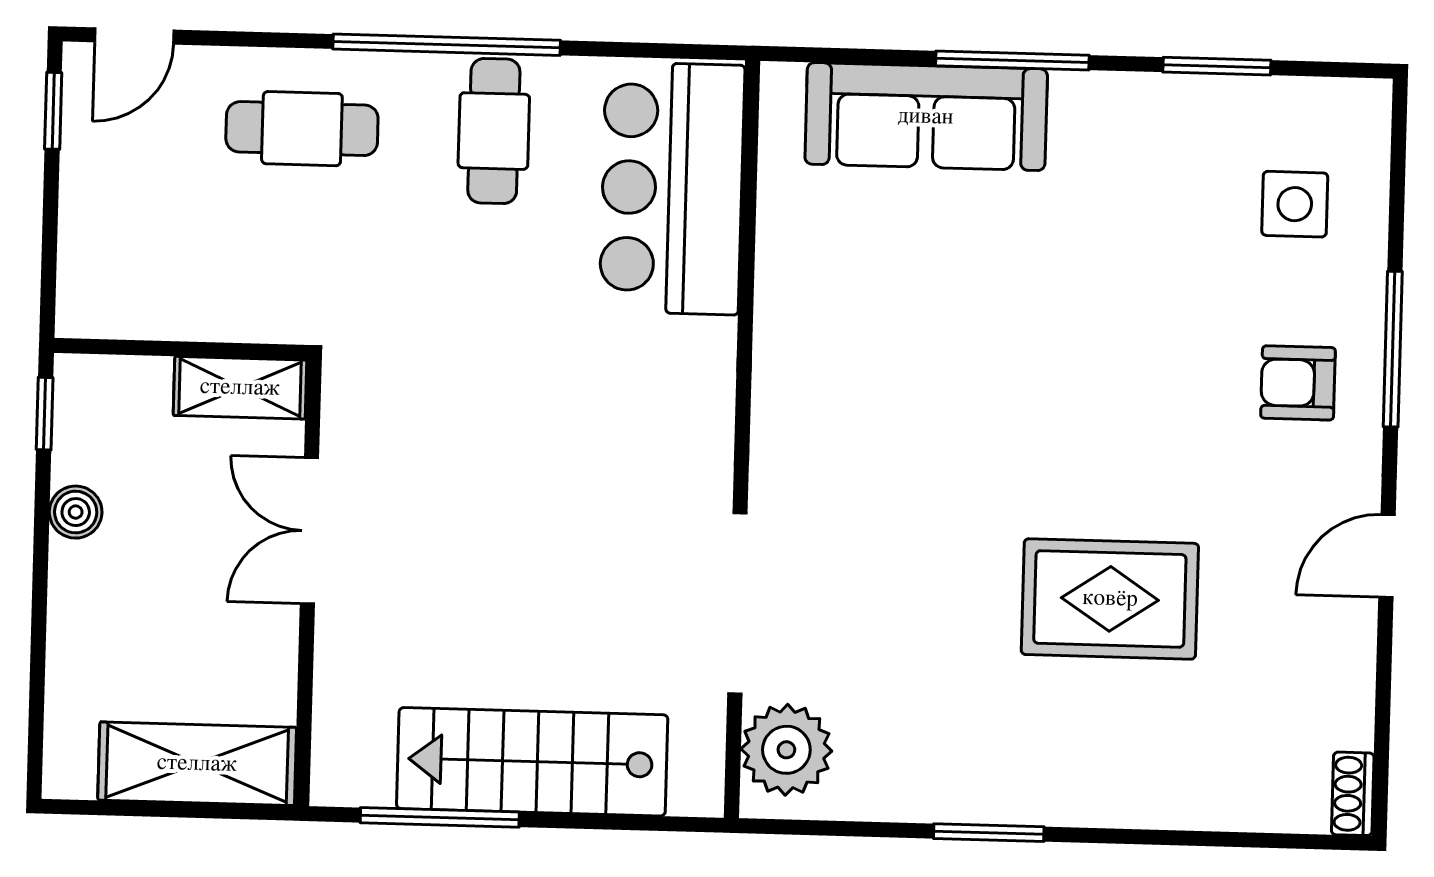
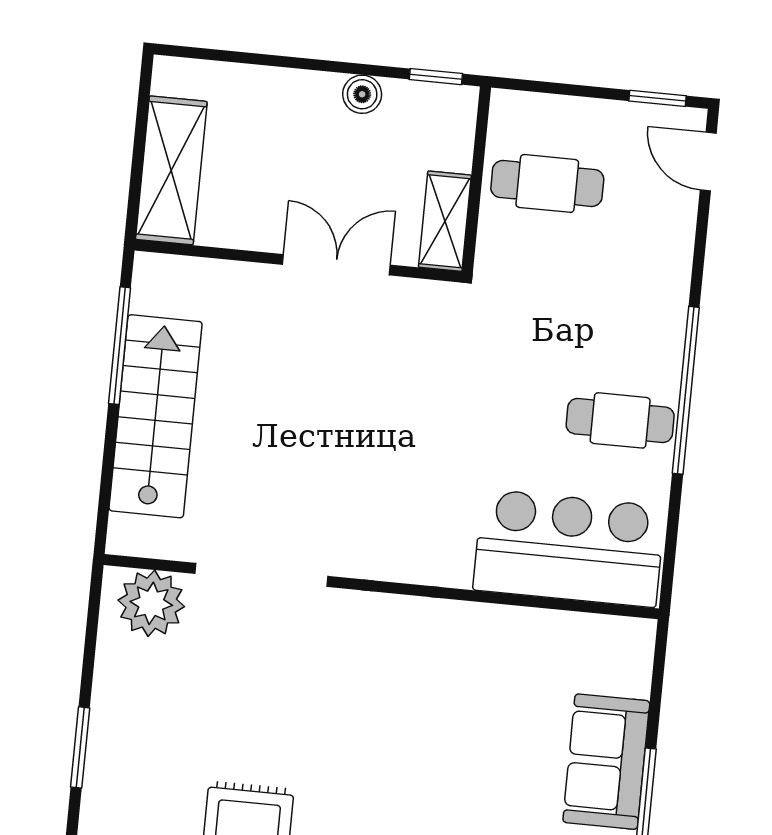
sofa: (926, 117) -> (606, 762), width x0.73
cafe table: (302, 129) -> (547, 183), moved, turned 90

